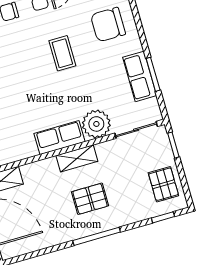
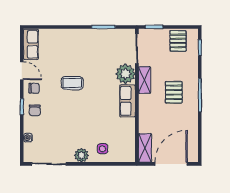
chair: (108, 25) -> (62, 47), removed
row of seats: (140, 76) -> (102, 36), removed
shelving: (77, 158) -> (145, 80), moved
pallet: (163, 184) -> (178, 41), turned 90

